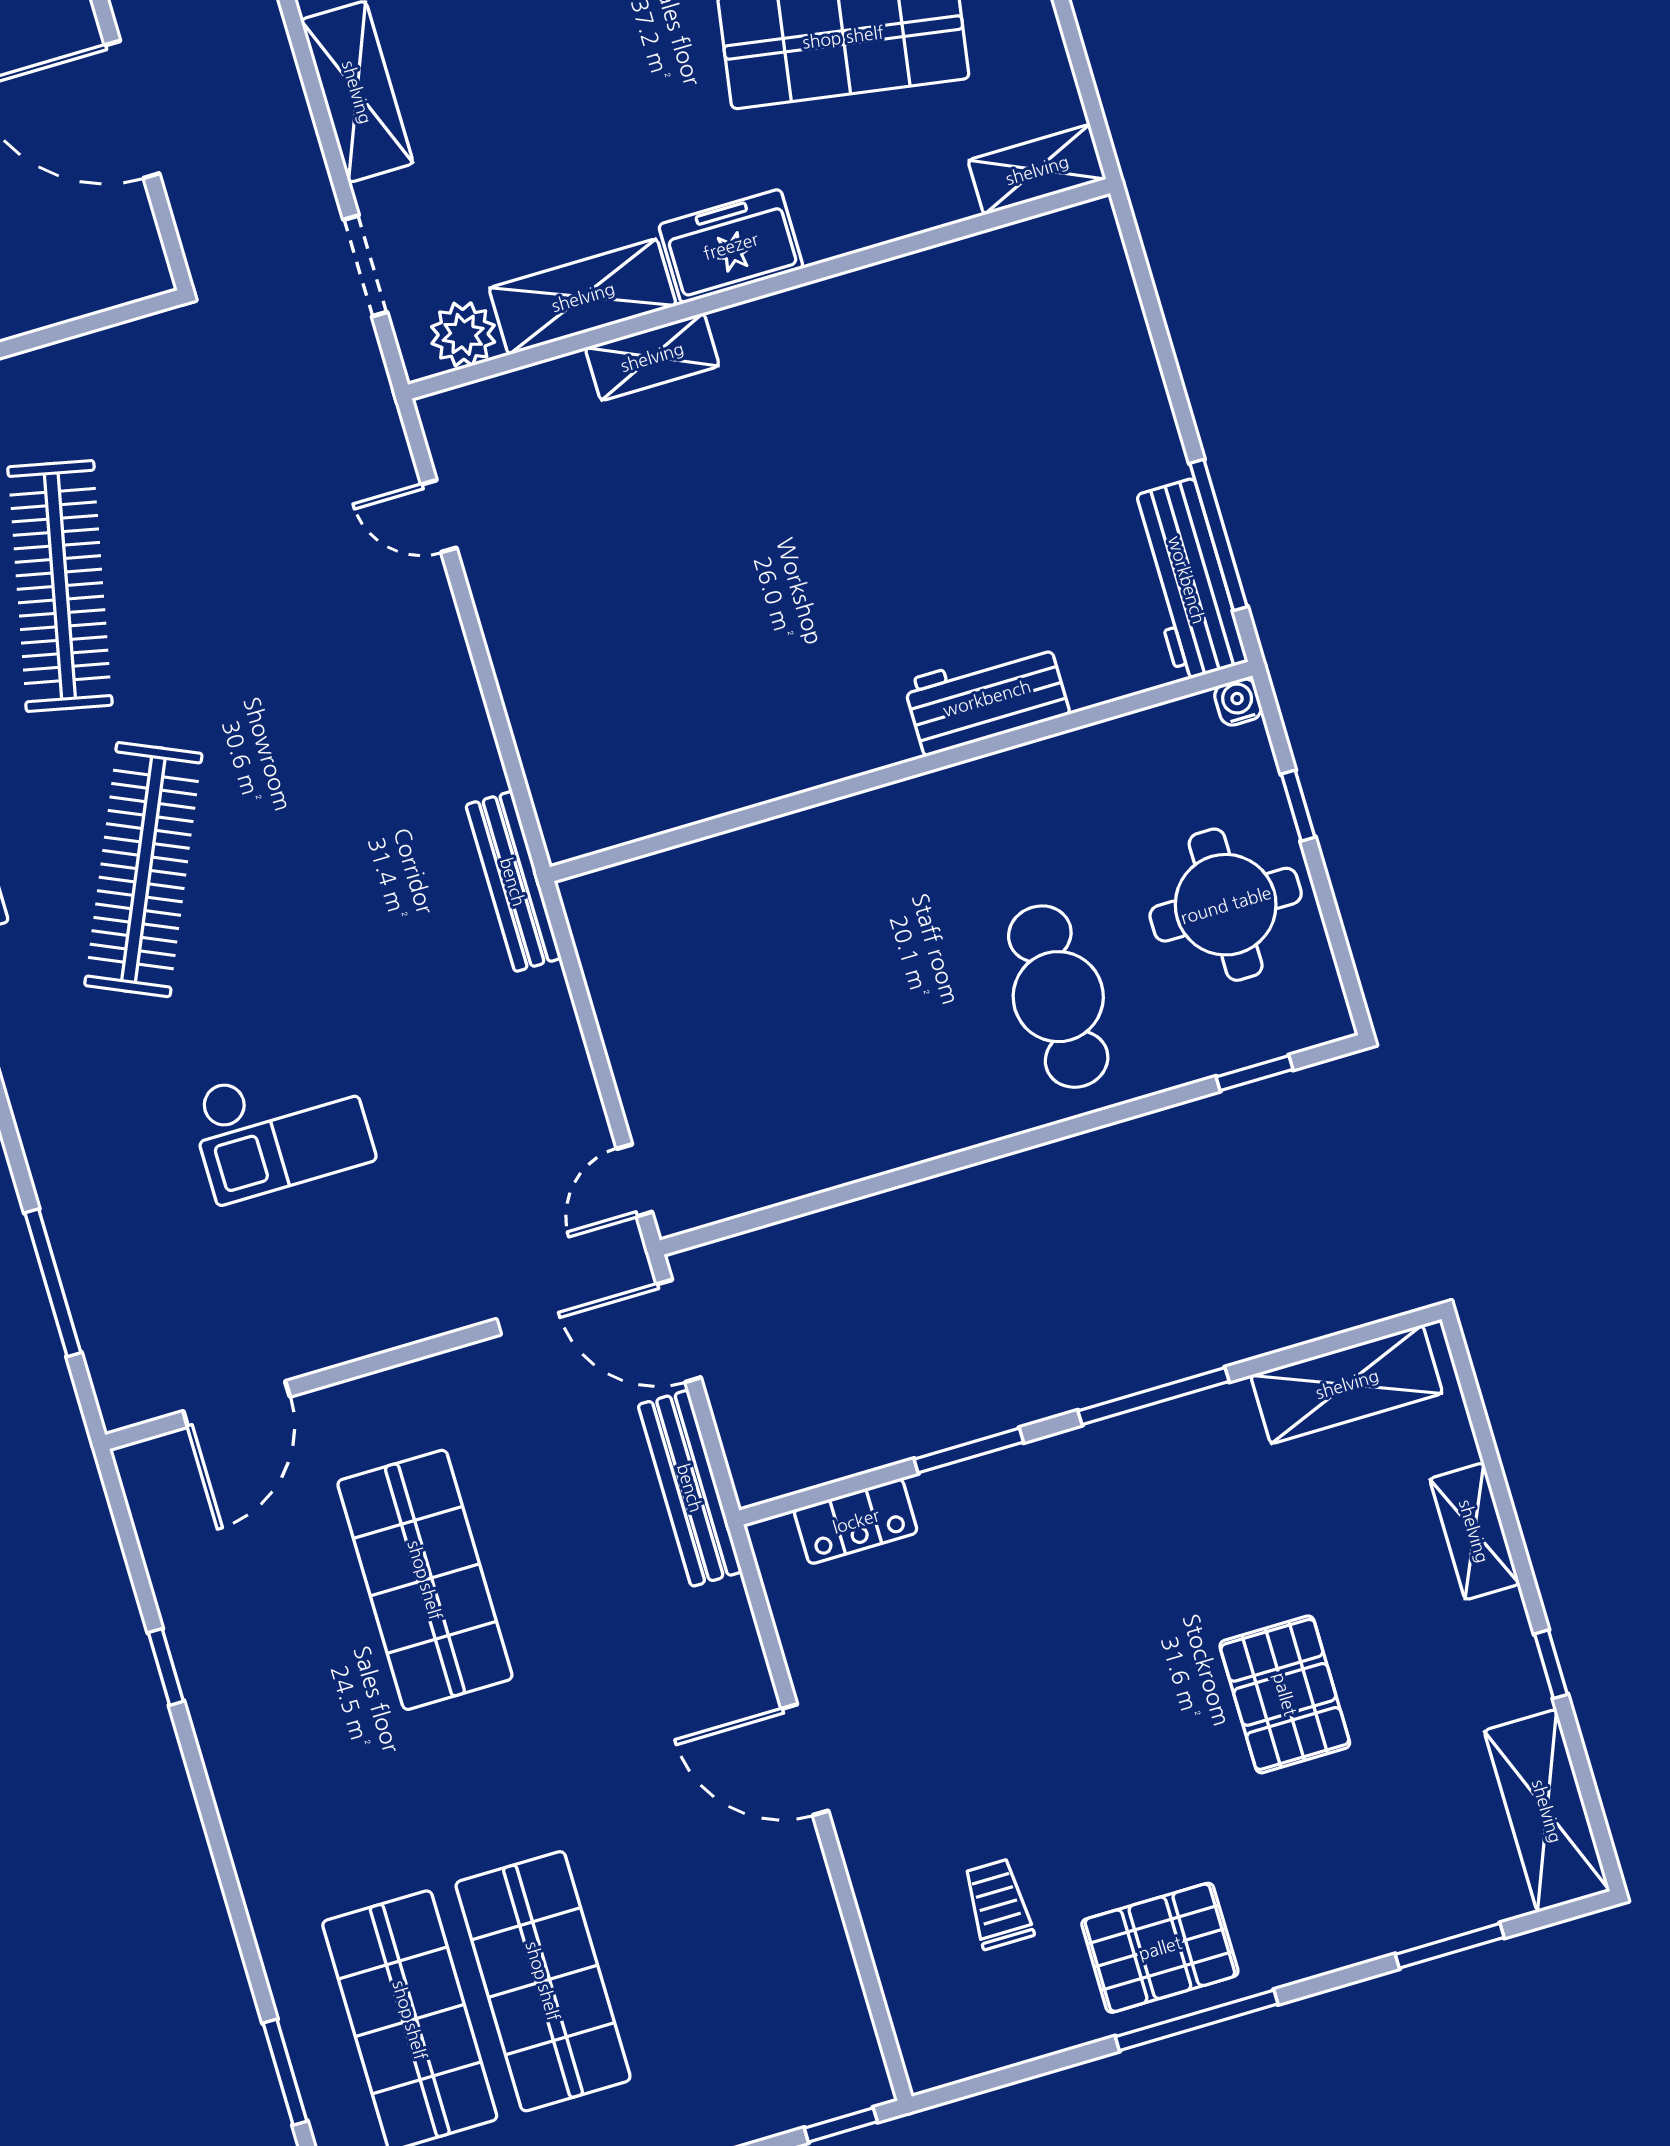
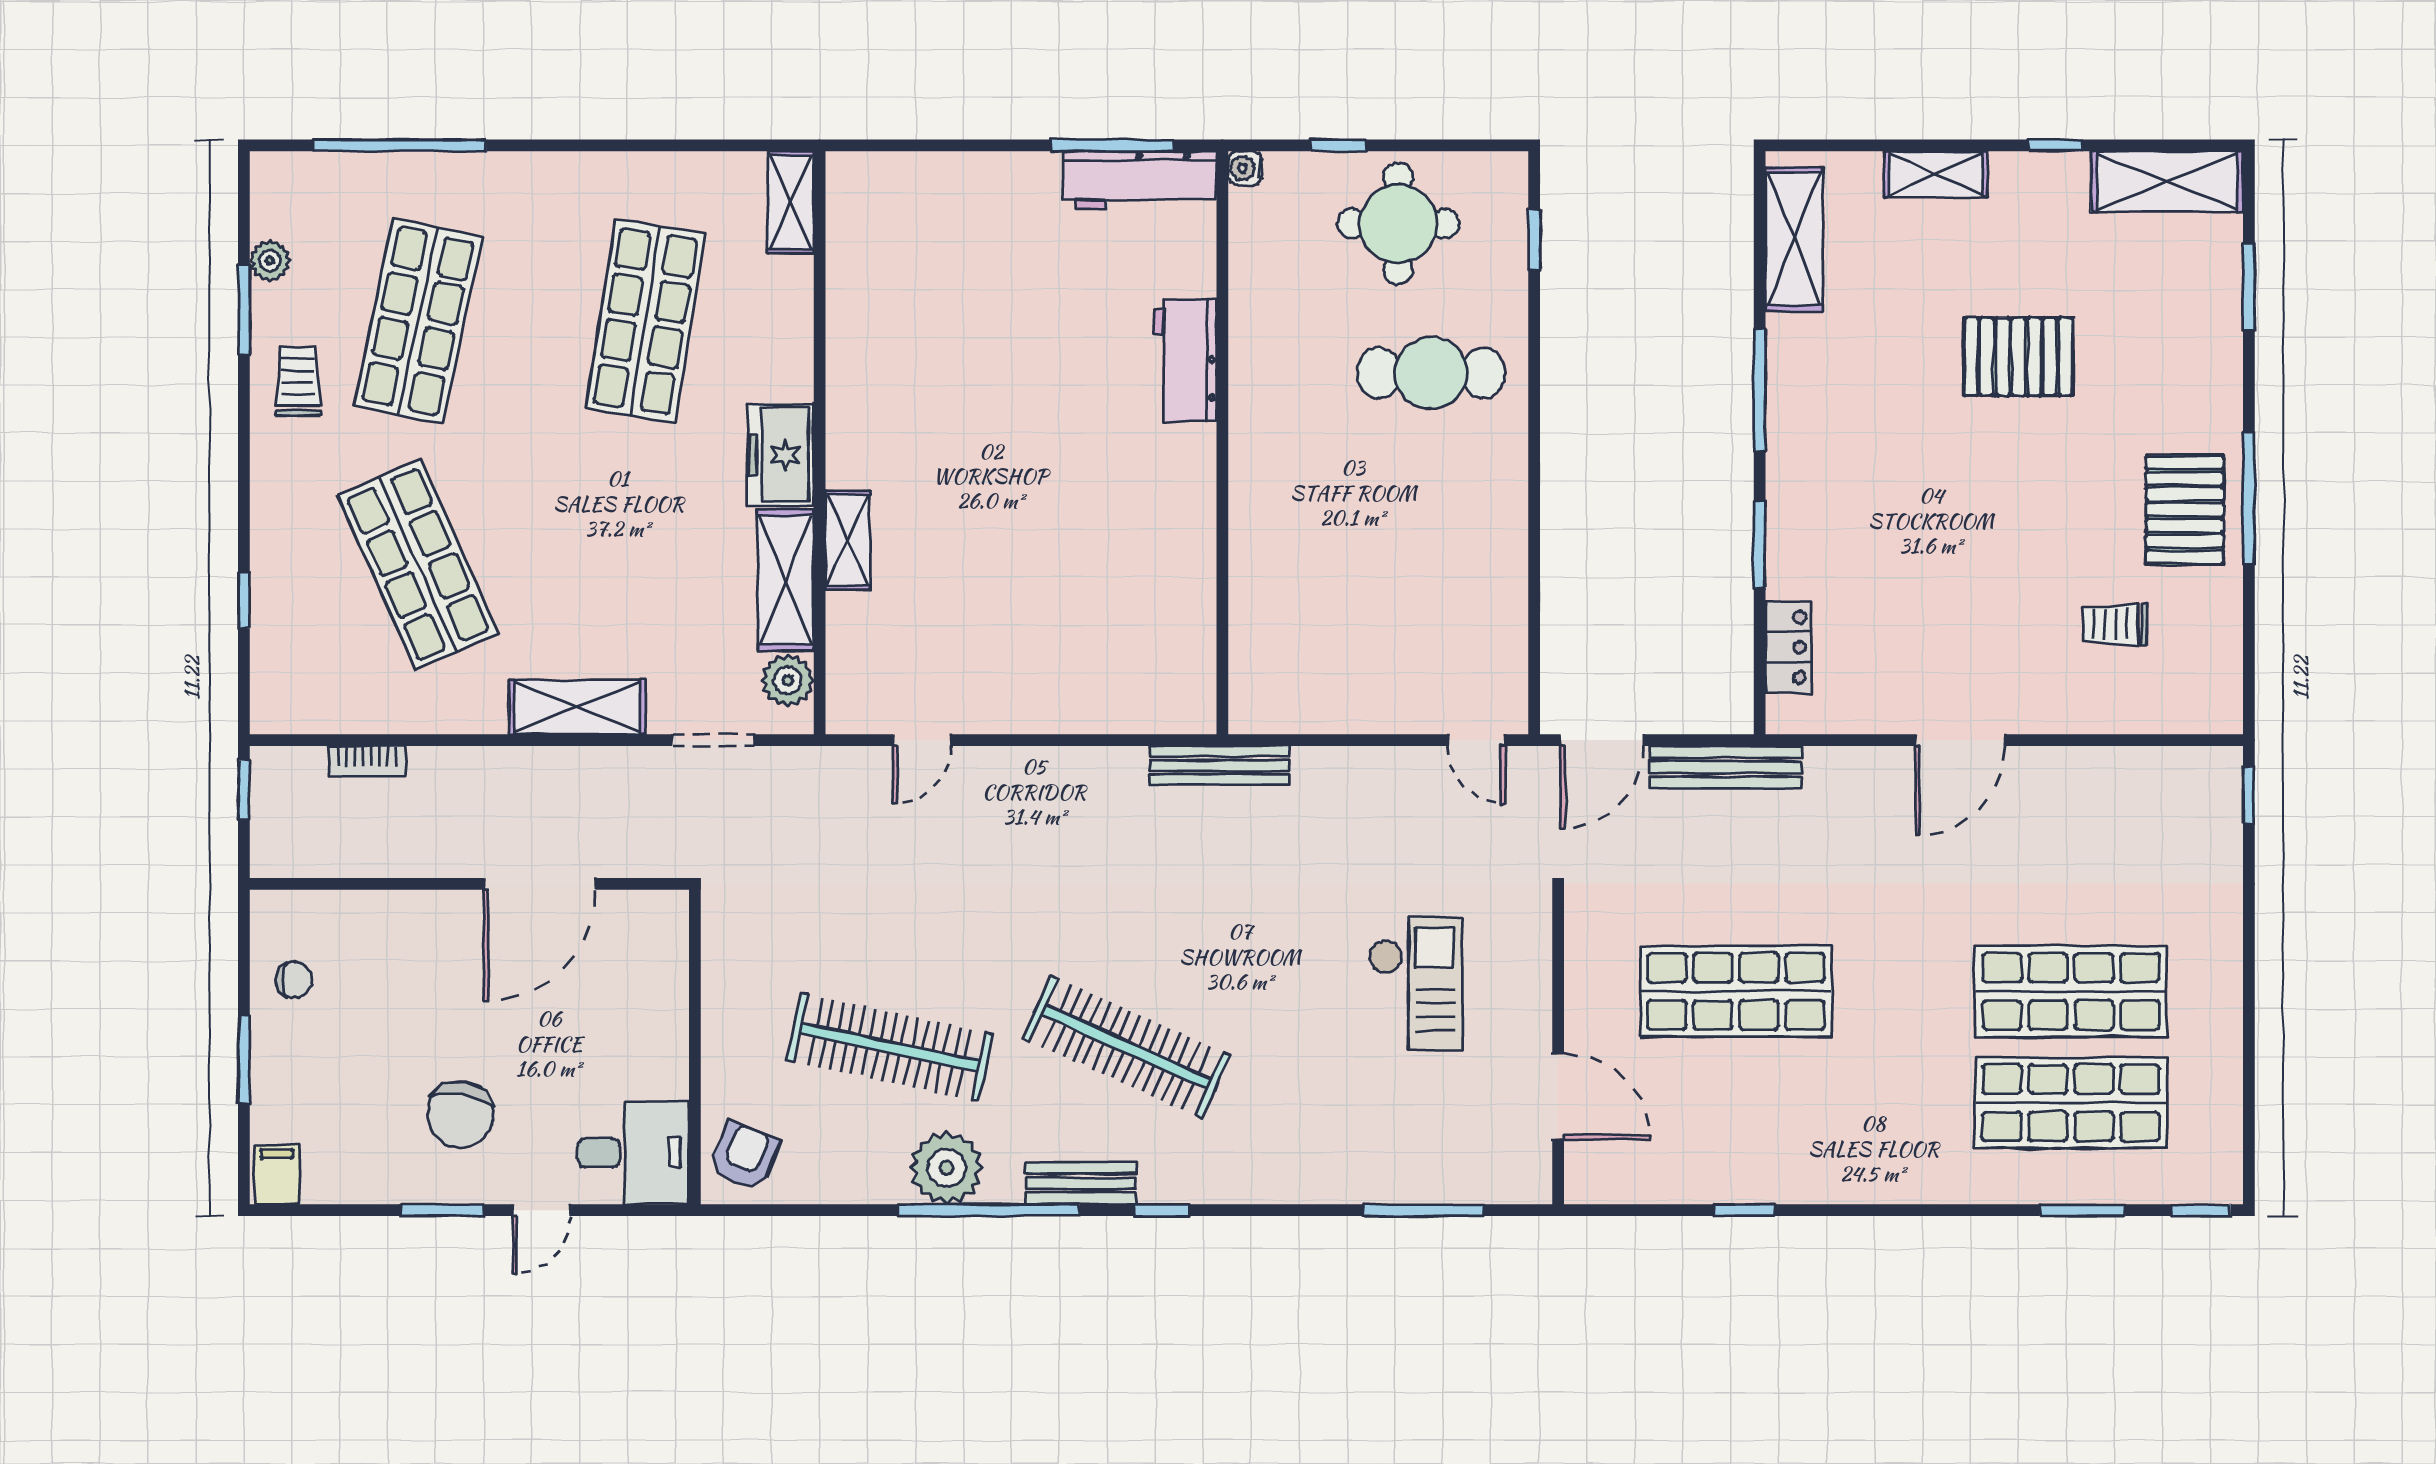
checkout: (281, 1127) -> (1416, 983), moved

